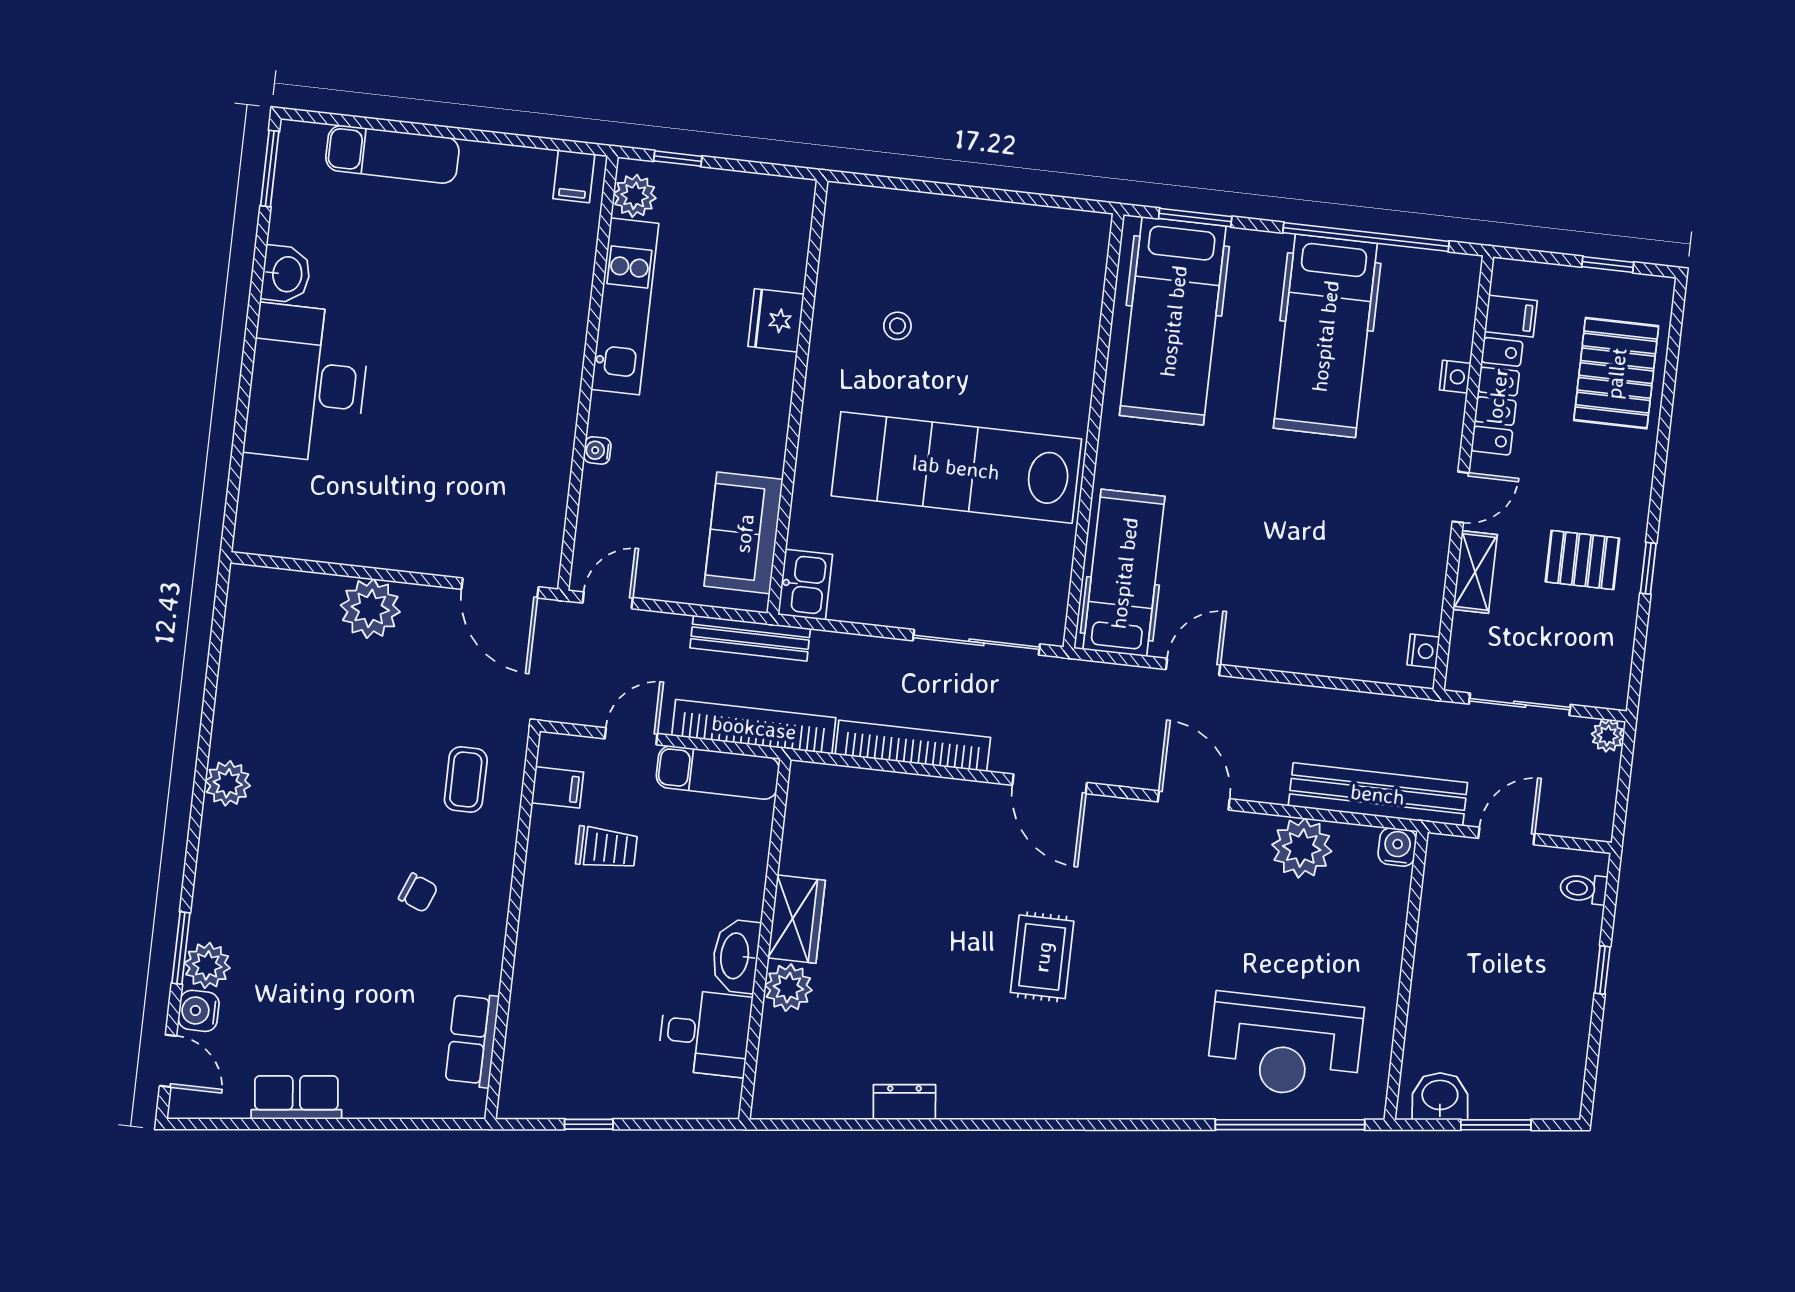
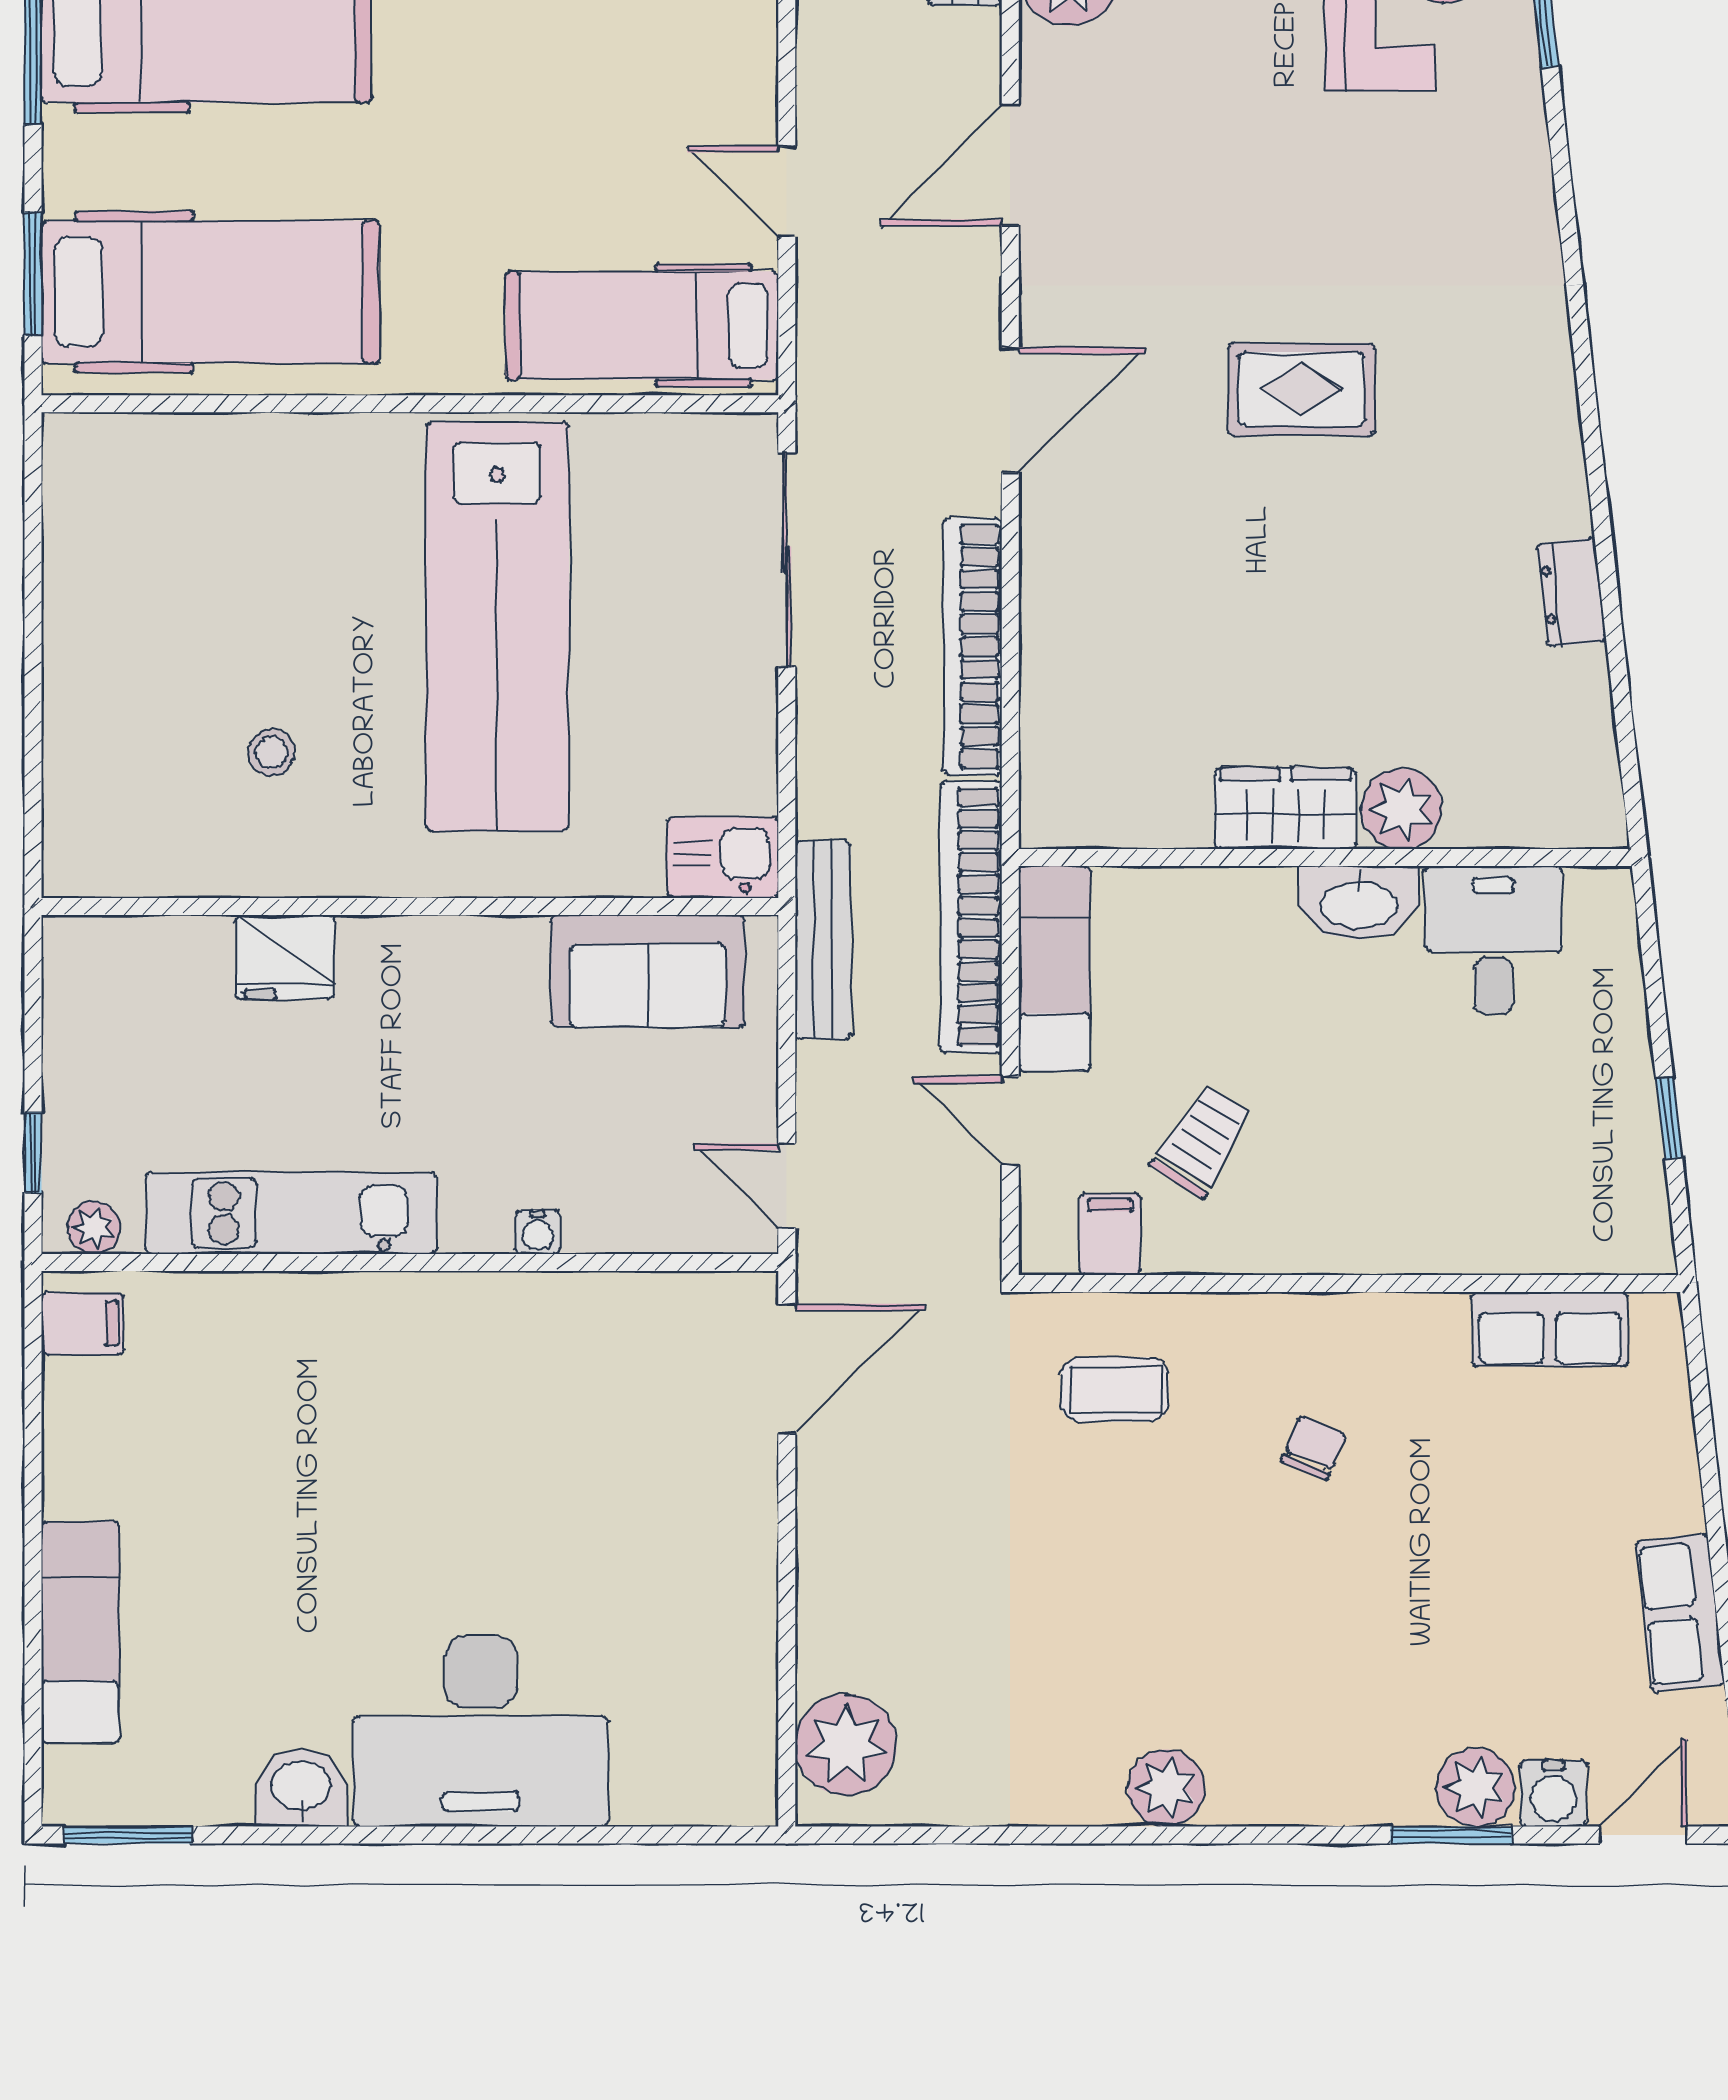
plant: (635, 196) -> (94, 1228), width x0.73, depth x0.73
plant: (370, 608) -> (846, 1745), moved
trolley: (606, 848) -> (1202, 1141), turned 32

